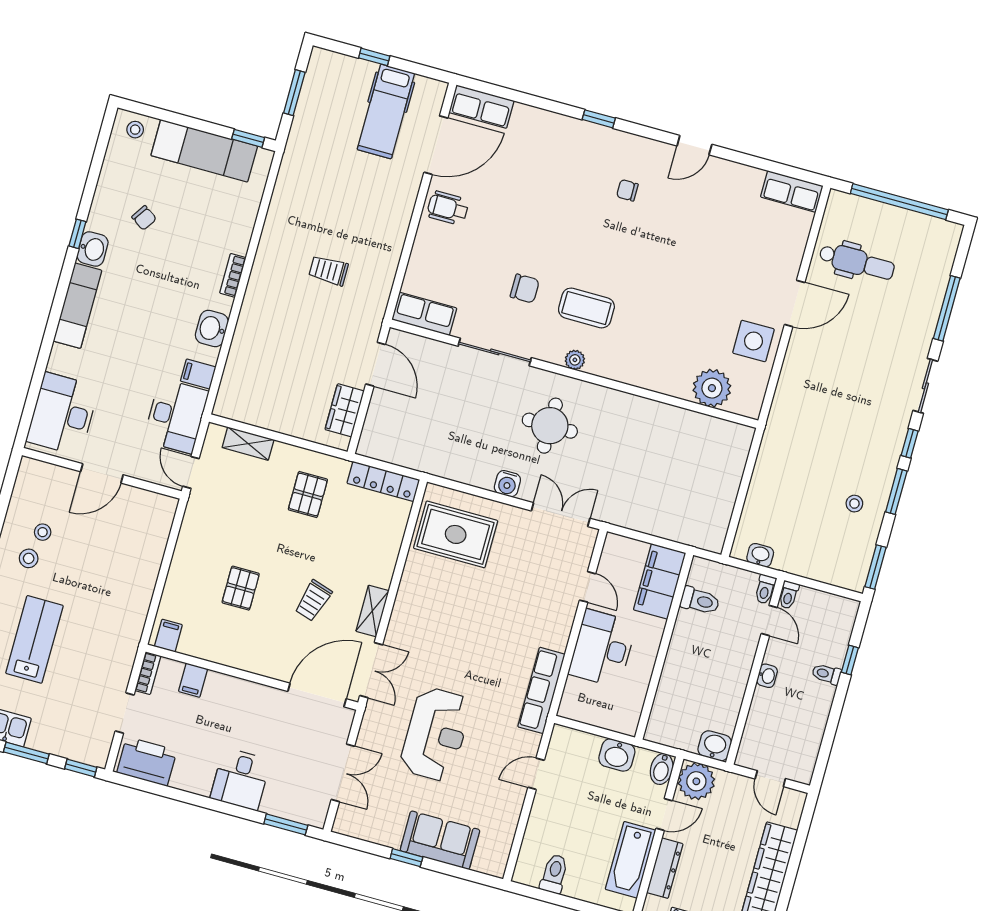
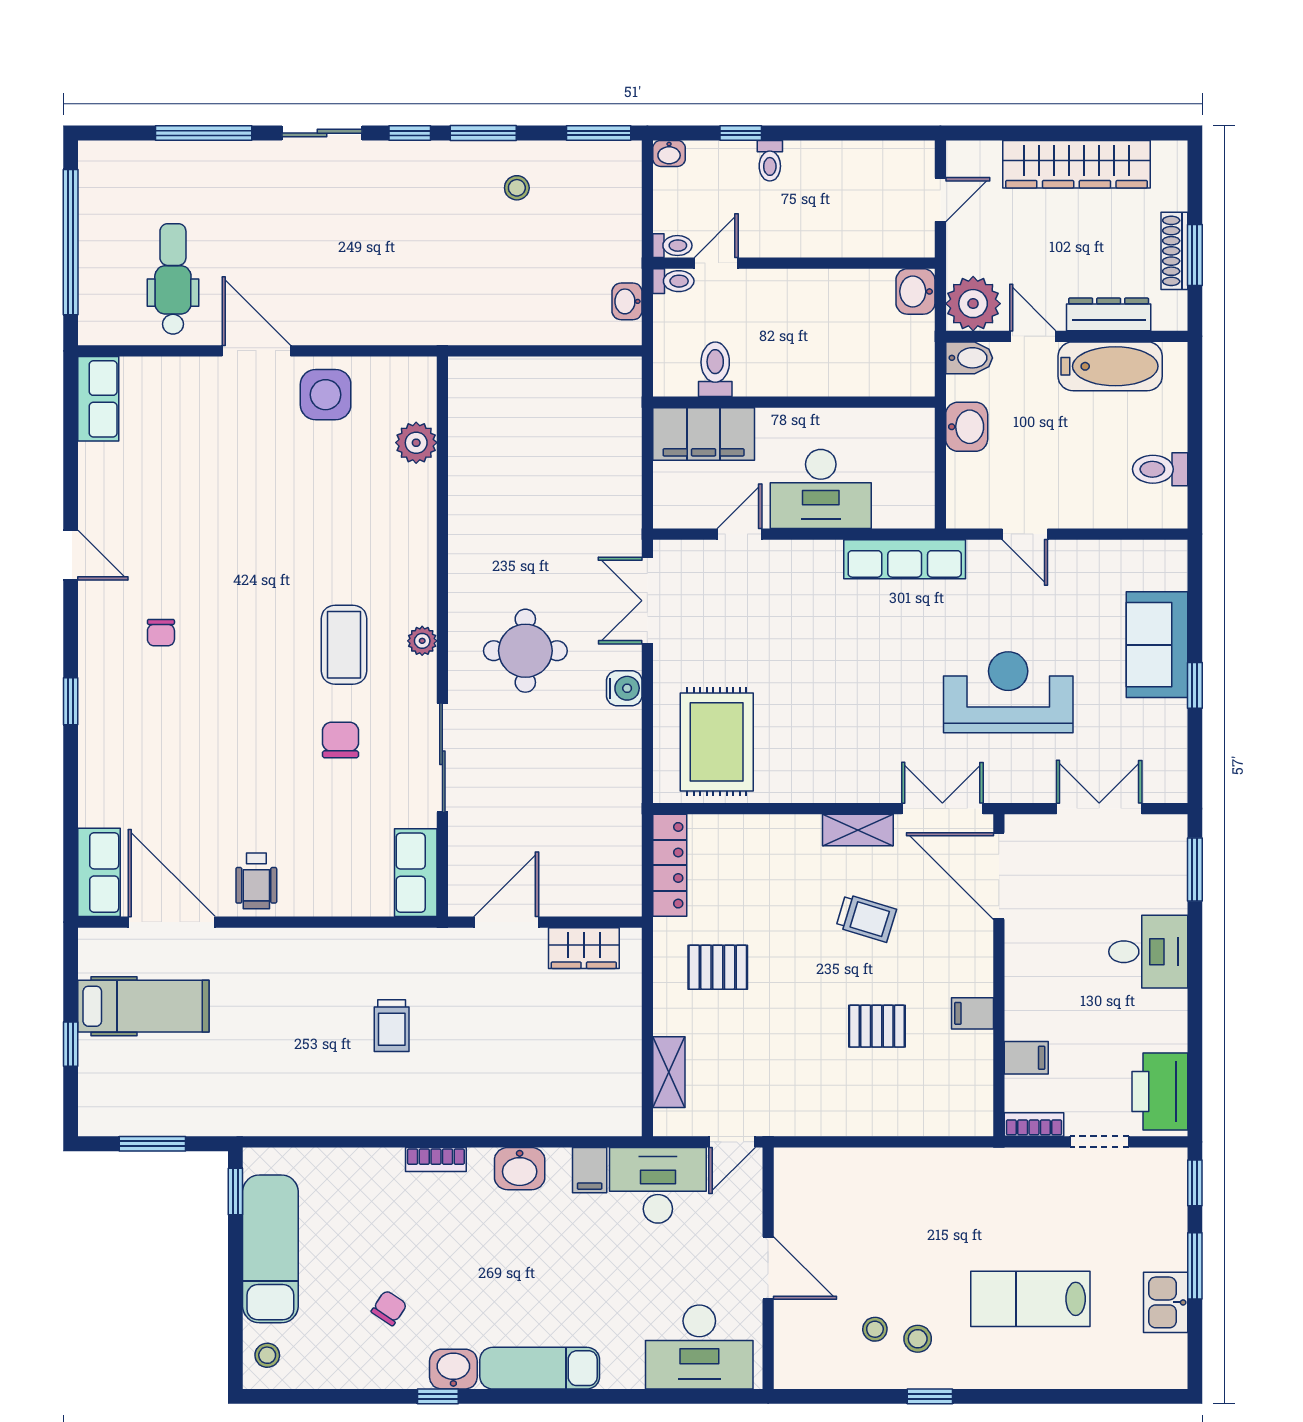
plant: (712, 388) -> (416, 443), width x0.73, depth x0.73
filing cabinet: (168, 636) -> (973, 1013), moved
washbasin: (767, 676) -> (669, 153), moved, turned 180

